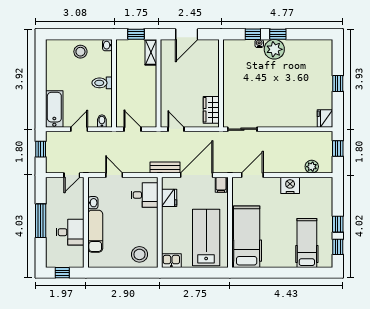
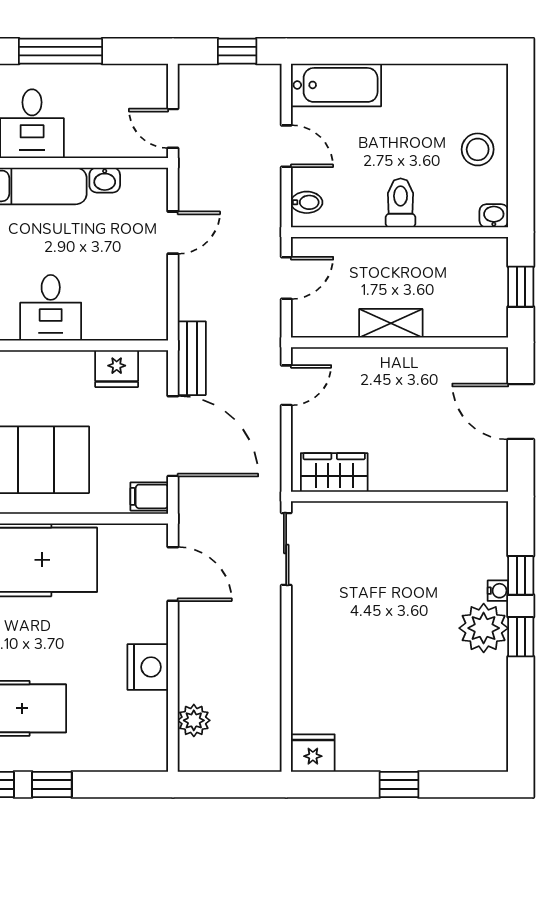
shelving: (151, 52) -> (391, 323), moved
window: (338, 149) -> (239, 785), removed
desk: (145, 195) -> (51, 308), moved

